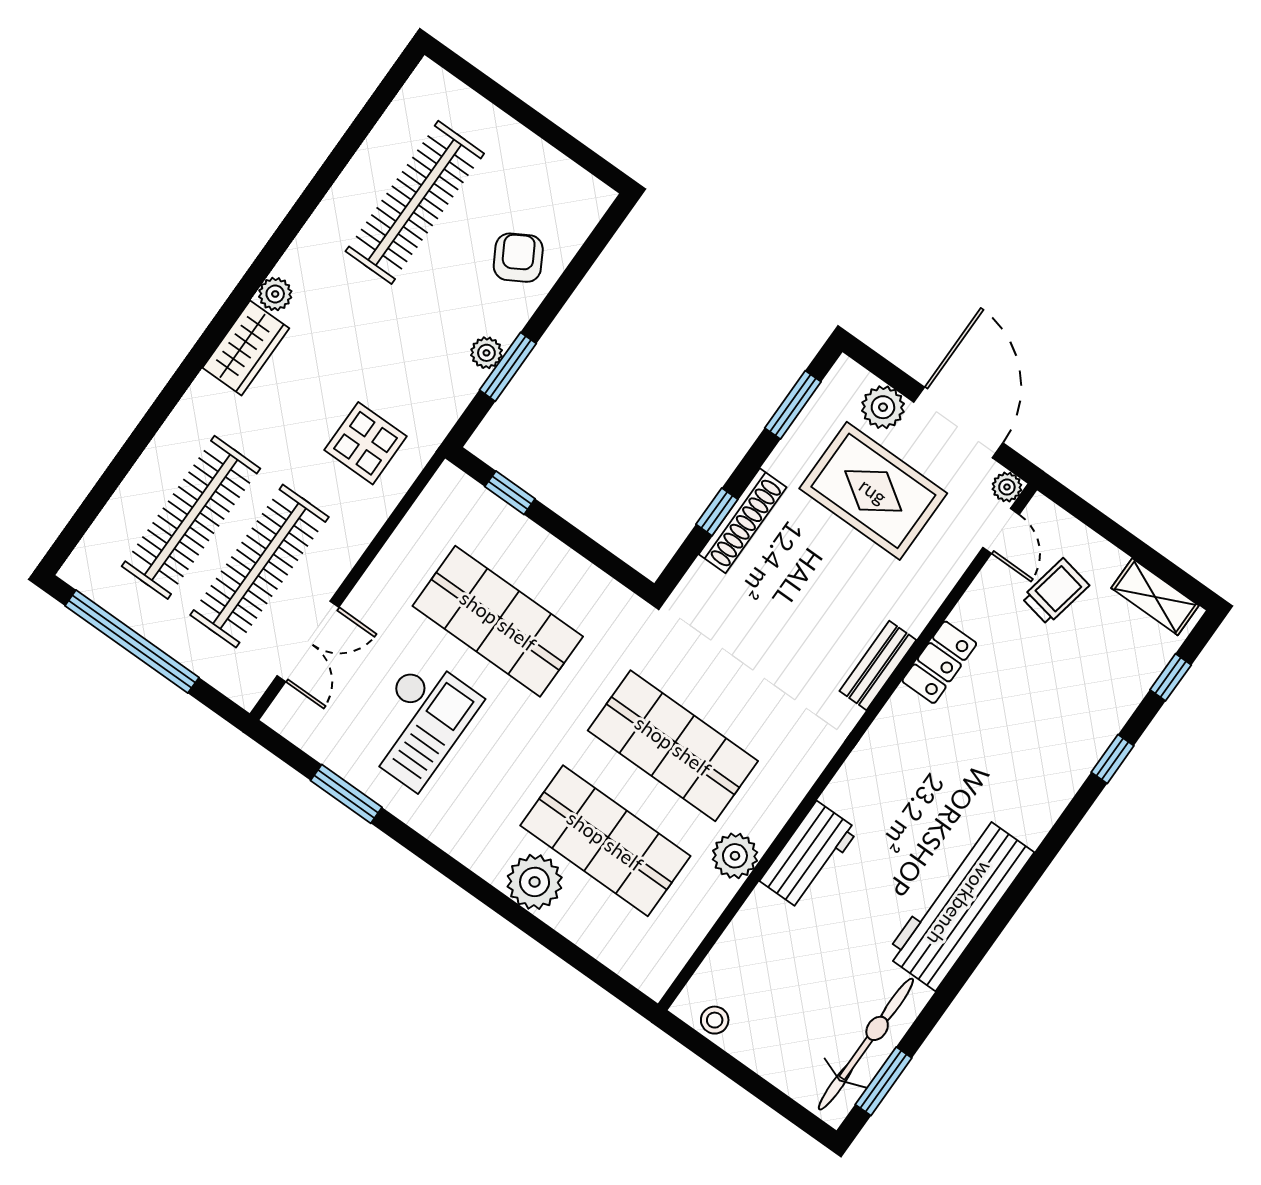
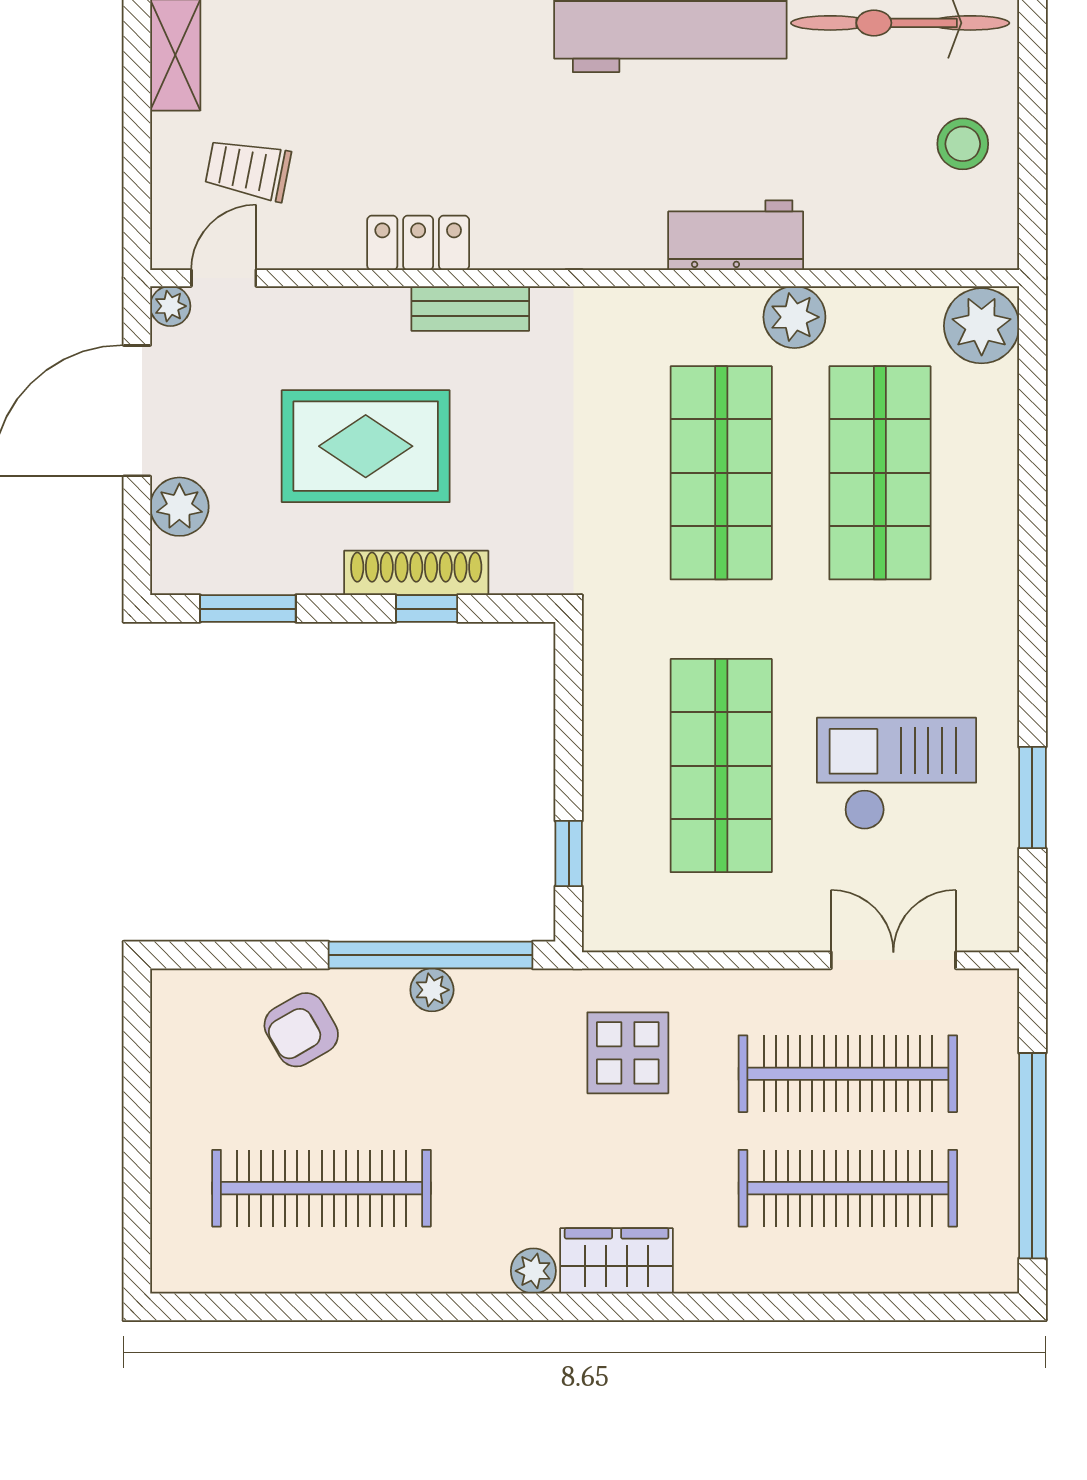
window: (508, 367) -> (431, 955), width x2.11
rug: (873, 491) -> (366, 446), moved, turned 90
plant: (535, 882) -> (982, 326), moved
stool: (715, 1020) -> (963, 144), moved, width x1.37, depth x1.37

